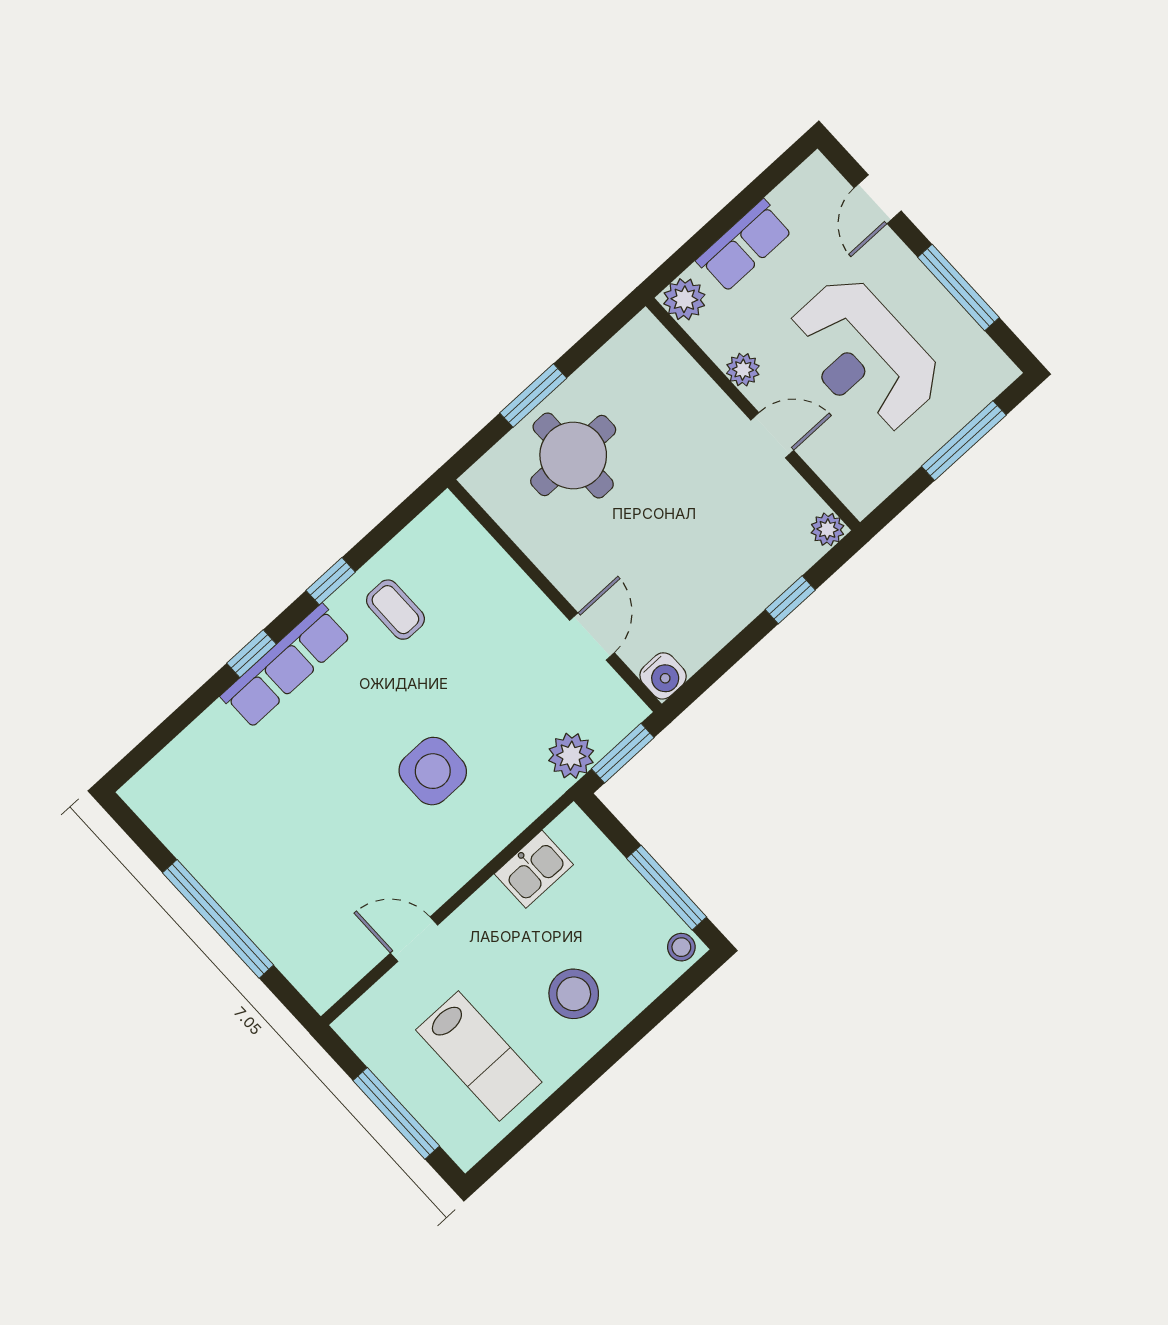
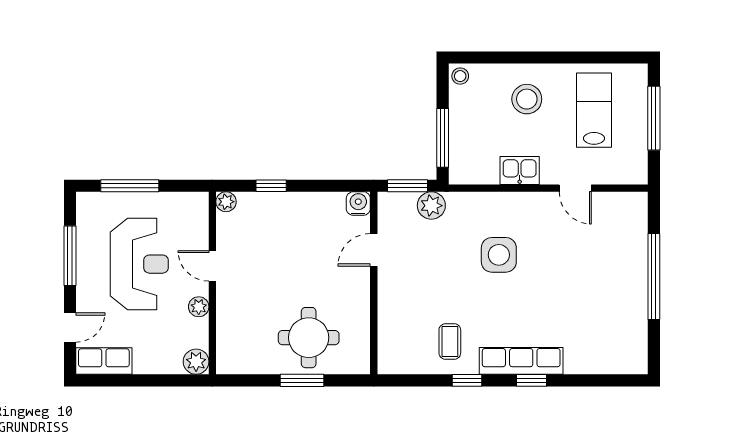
row of seats: (744, 246) -> (104, 361), moved
kitchen sink: (534, 869) -> (520, 170), moved
window: (667, 888) -> (443, 138), moved

